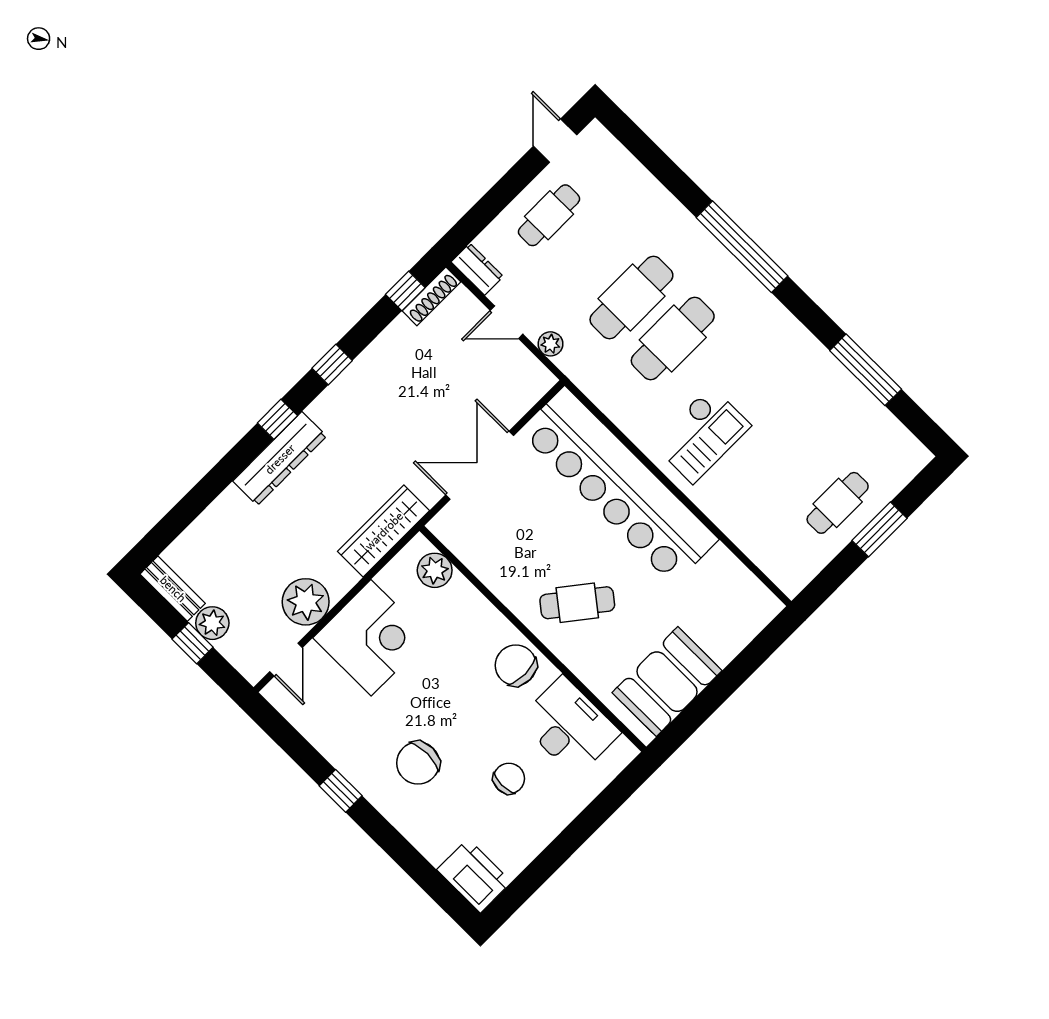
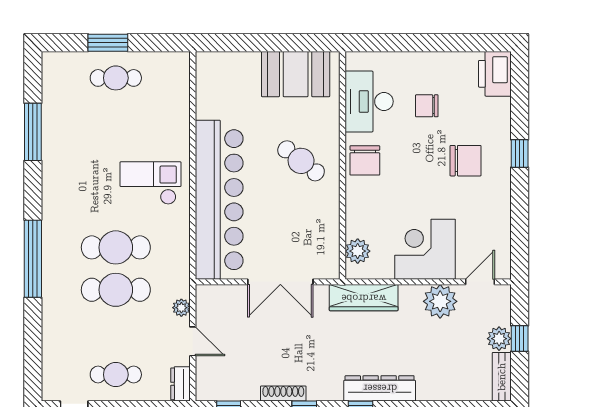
shoe rack: (431, 296) -> (283, 393), moved
window: (341, 791) -> (520, 153), moved

